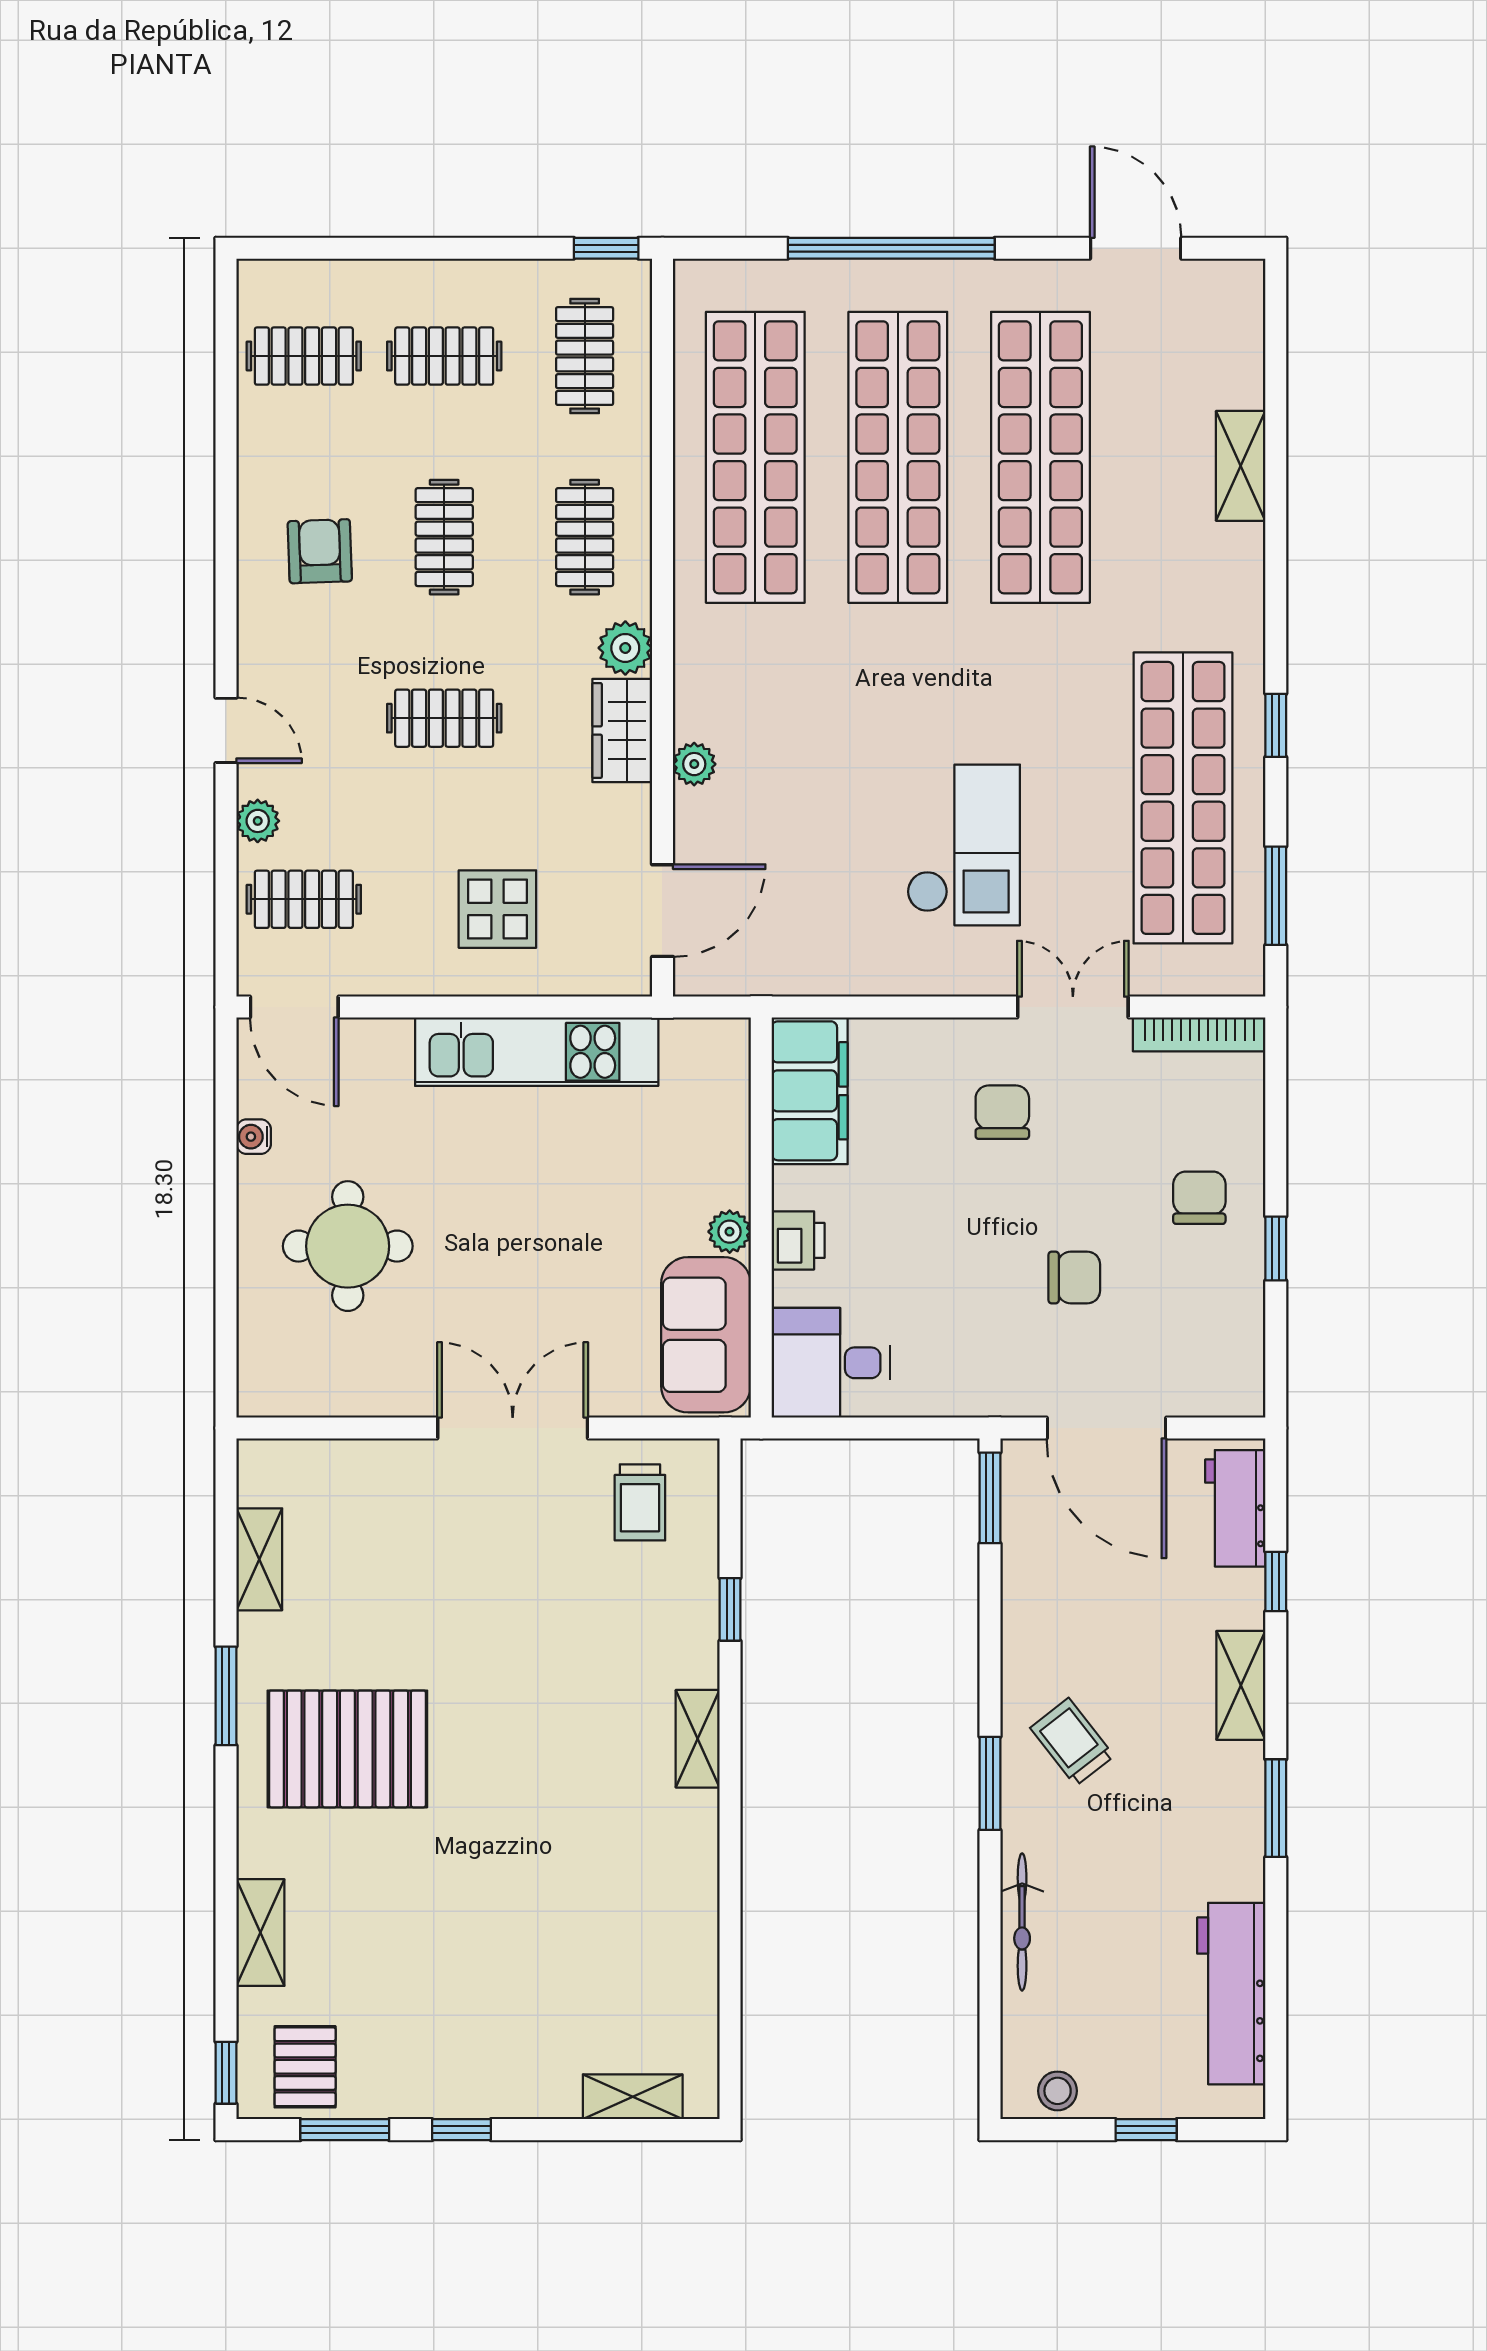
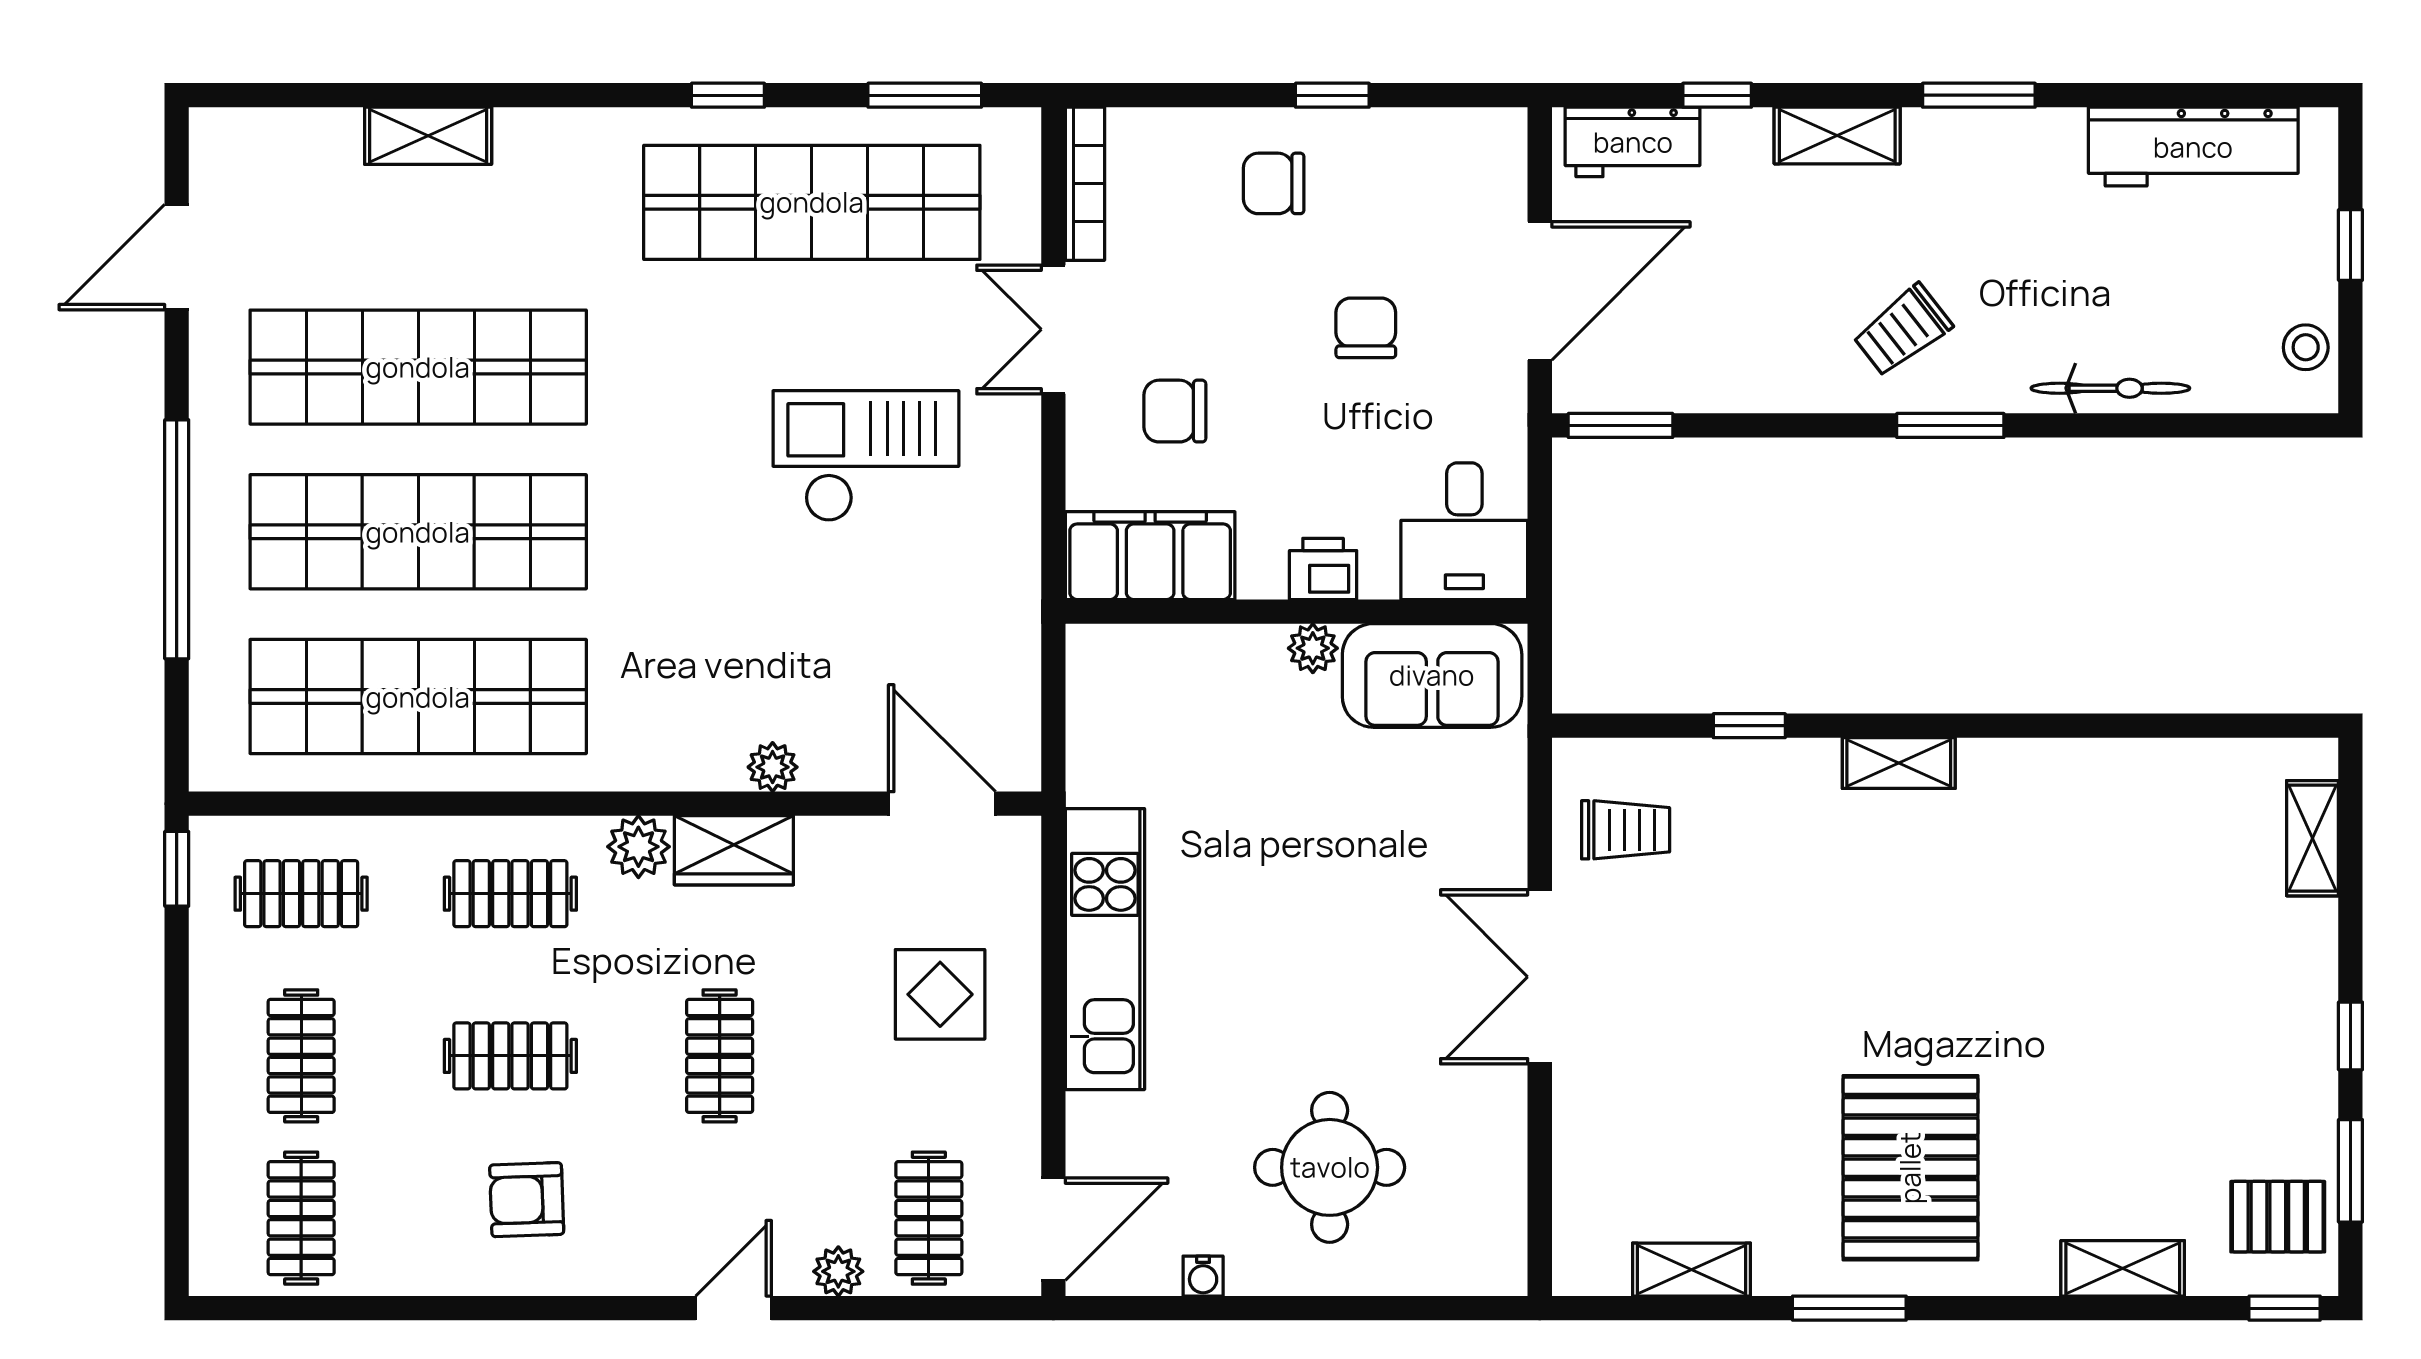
filing cabinet: (810, 1091) -> (1150, 556), moved
wall: (761, 1218) -> (1297, 612), moved
plant: (730, 1232) -> (1313, 648), moved
printer: (798, 1240) -> (1323, 569), moved
sofa: (706, 1335) -> (1432, 675), moved
desk: (831, 1363) -> (1464, 531), moved

